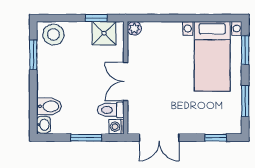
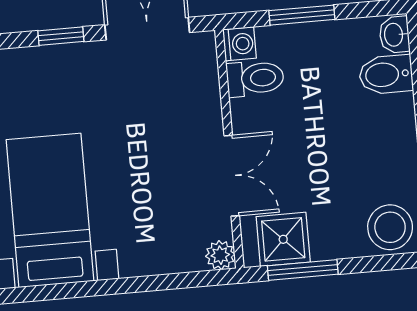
window: (96, 18) -> (303, 270), width x1.50
double door: (126, 82) -> (232, 176), moved
window: (216, 138) -> (61, 36), moved

